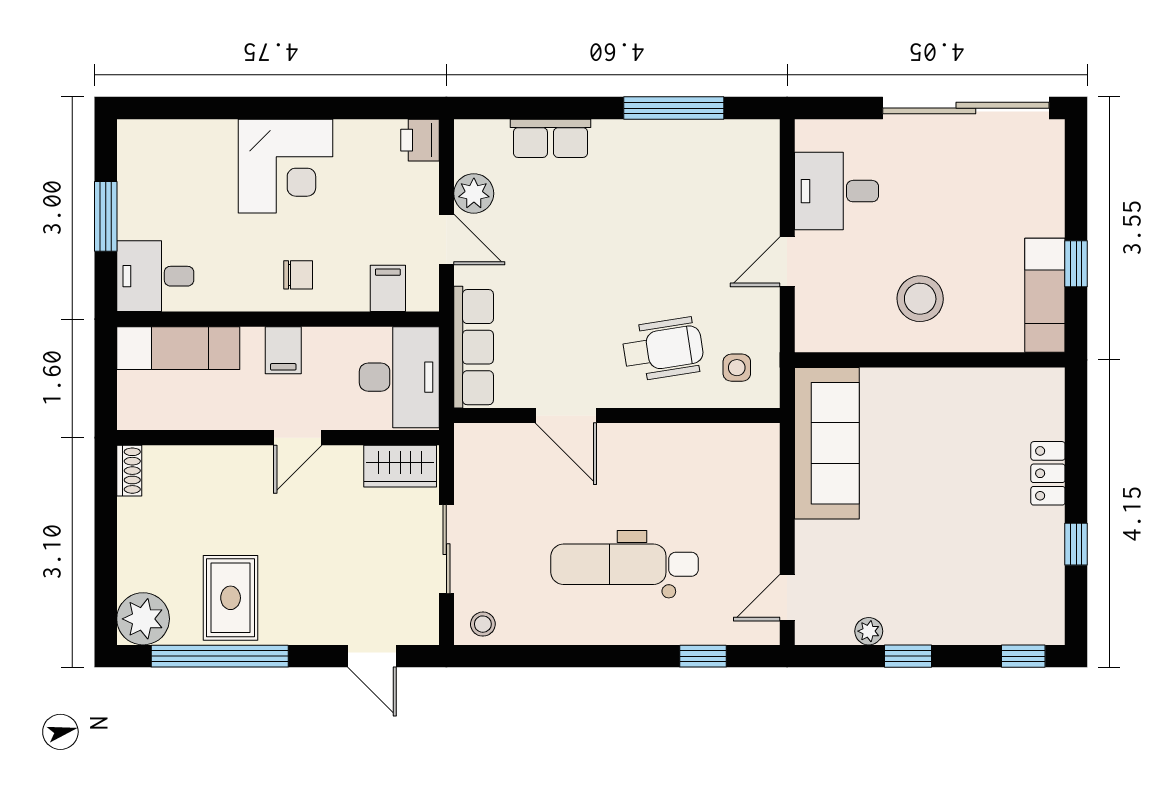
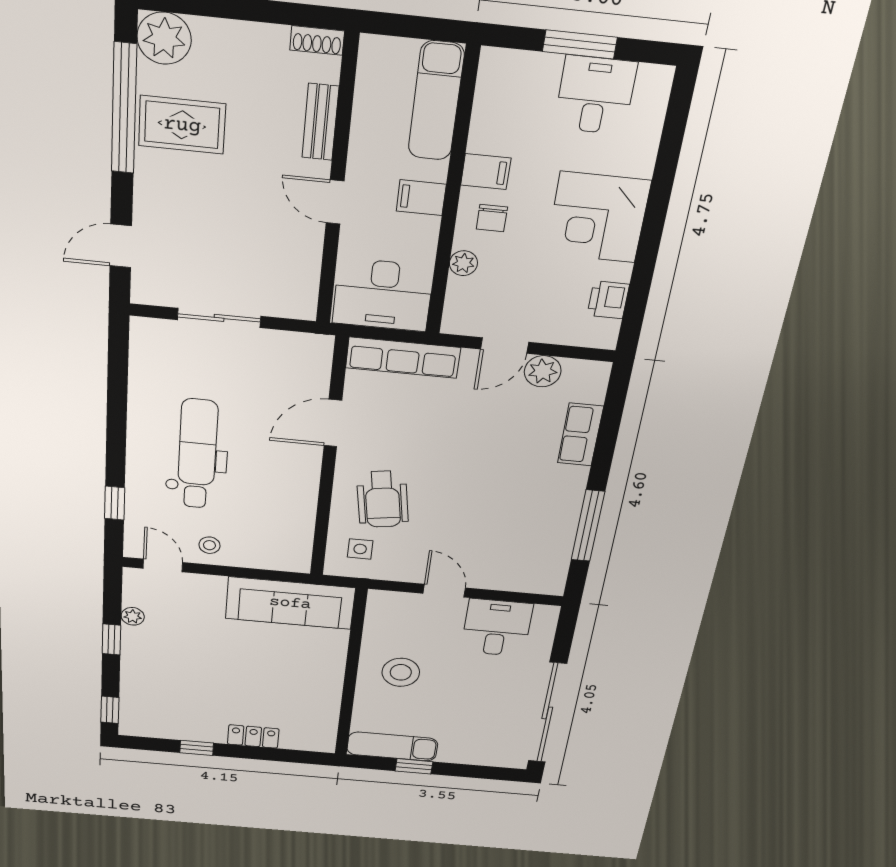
printer: (420, 140) -> (608, 300), moved, turned -90
desk: (155, 276) -> (595, 95), moved
filing cabinet: (388, 288) -> (486, 172), moved
plant: (353, 297) -> (463, 263), added
bench: (213, 460) -> (320, 122), added
wardrobe: (400, 466) -> (300, 287), removed
stool: (483, 624) -> (209, 545), moved

